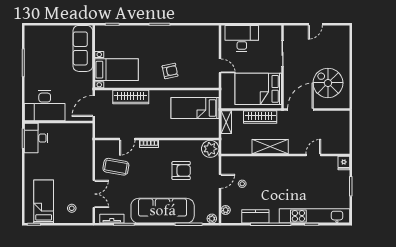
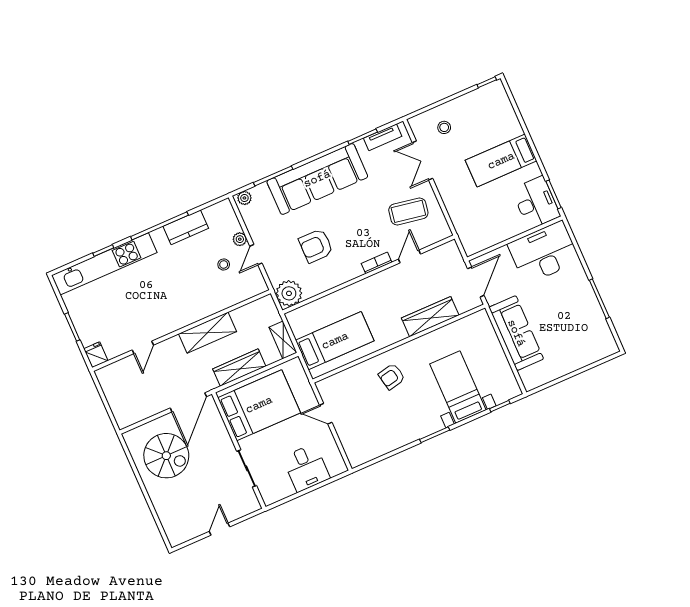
desk: (242, 38) -> (306, 468), width x0.73
sofa: (83, 48) -> (516, 333), moved
bed with nightstands: (117, 70) -> (458, 387), moved, turned 90
bed: (44, 202) -> (501, 161), moved, turned 90
plant: (226, 210) -> (240, 239), moved

